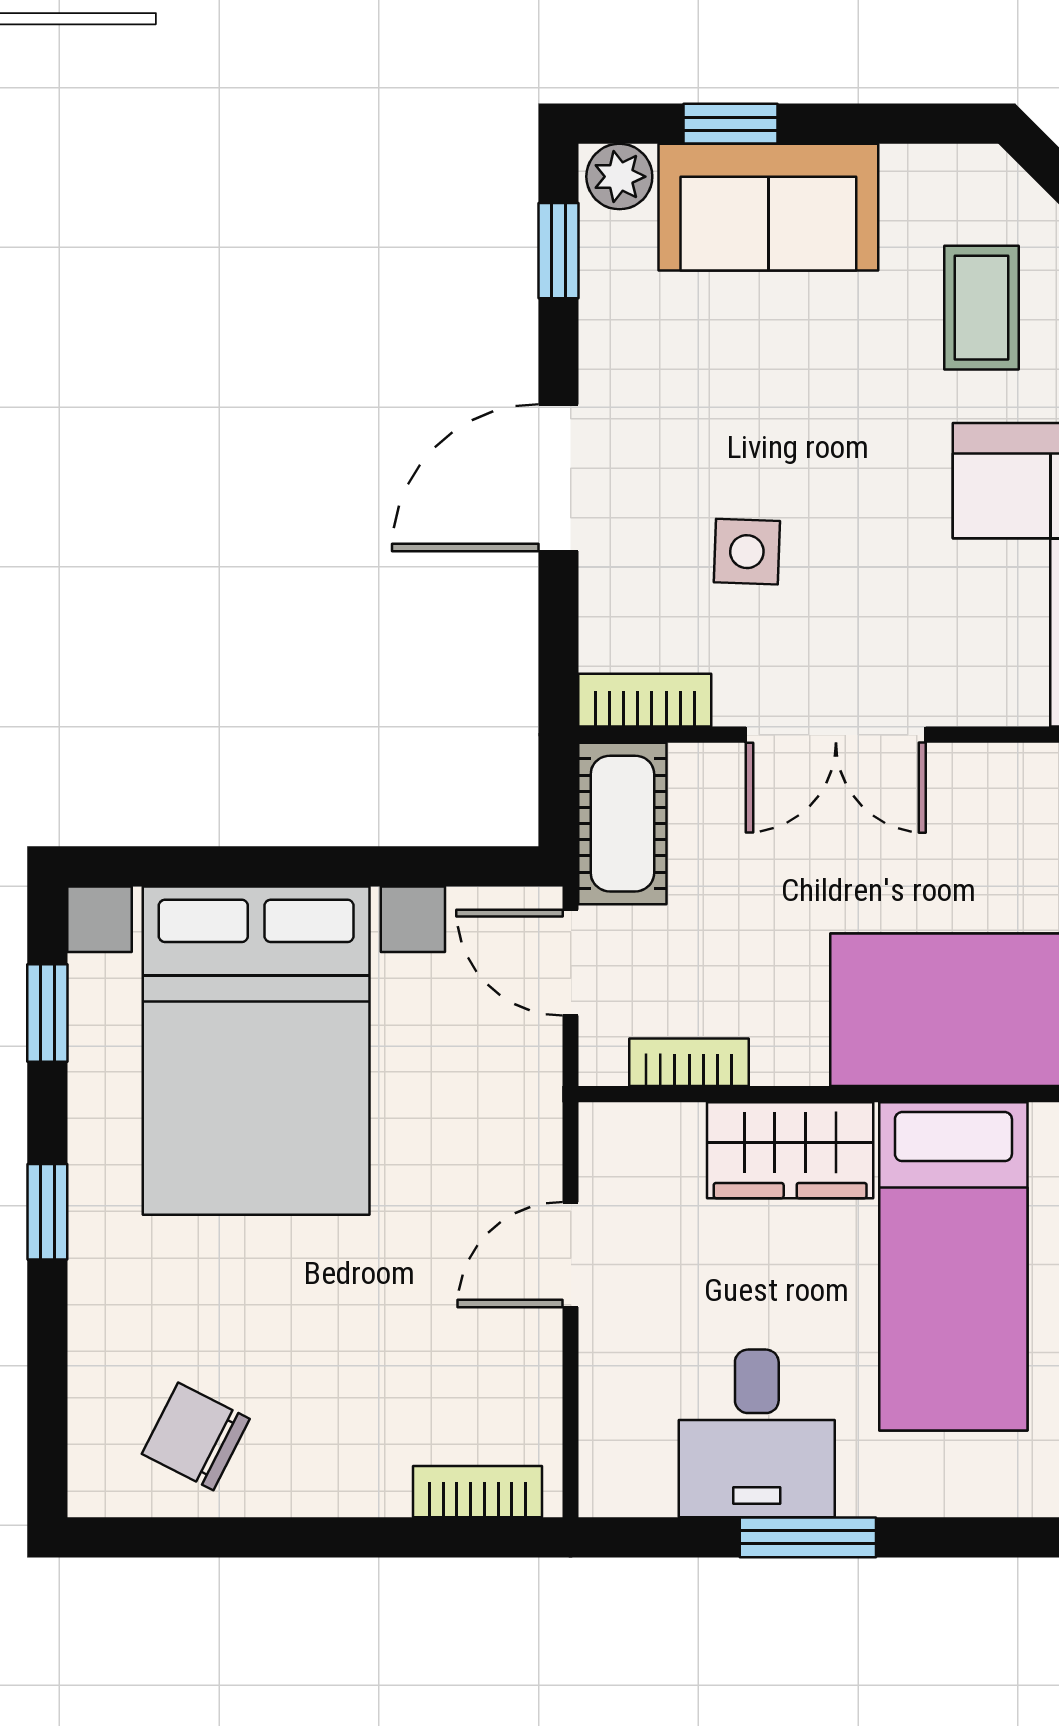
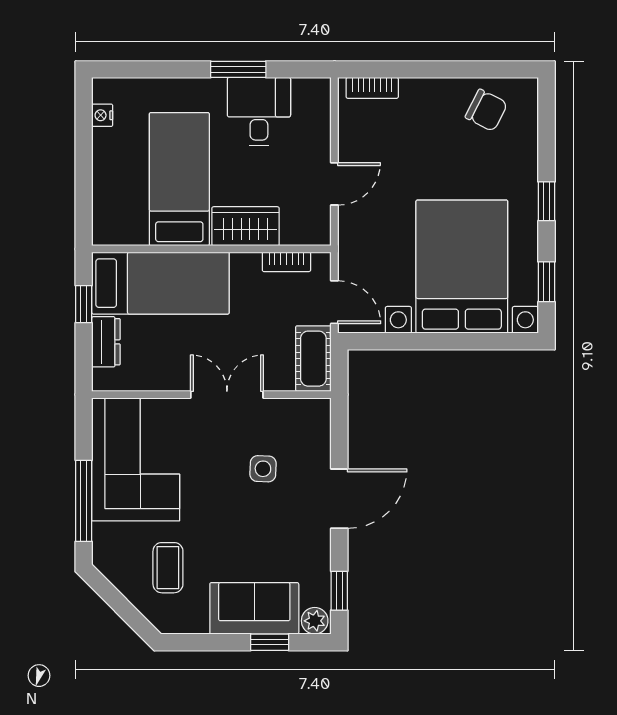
bookcase: (645, 700) -> (304, 409), removed

